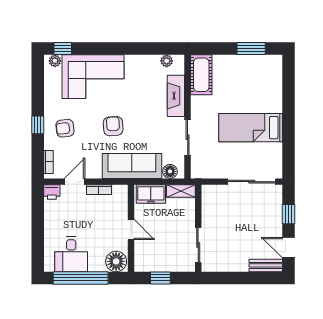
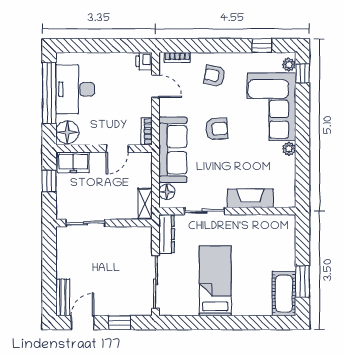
plant: (167, 61) -> (289, 149), moved
cot: (201, 75) -> (284, 294), moved, turned 90
window: (38, 125) -> (262, 46), moved
armchair: (65, 128) -> (215, 76), turned -72
dresser: (208, 172) -> (167, 234), added
bookcase: (99, 190) -> (147, 131), moved
freezer: (151, 194) -> (73, 162), moved, turned -90
door: (131, 230) -> (117, 149), moved
desk: (71, 254) -> (75, 89), width x1.37

